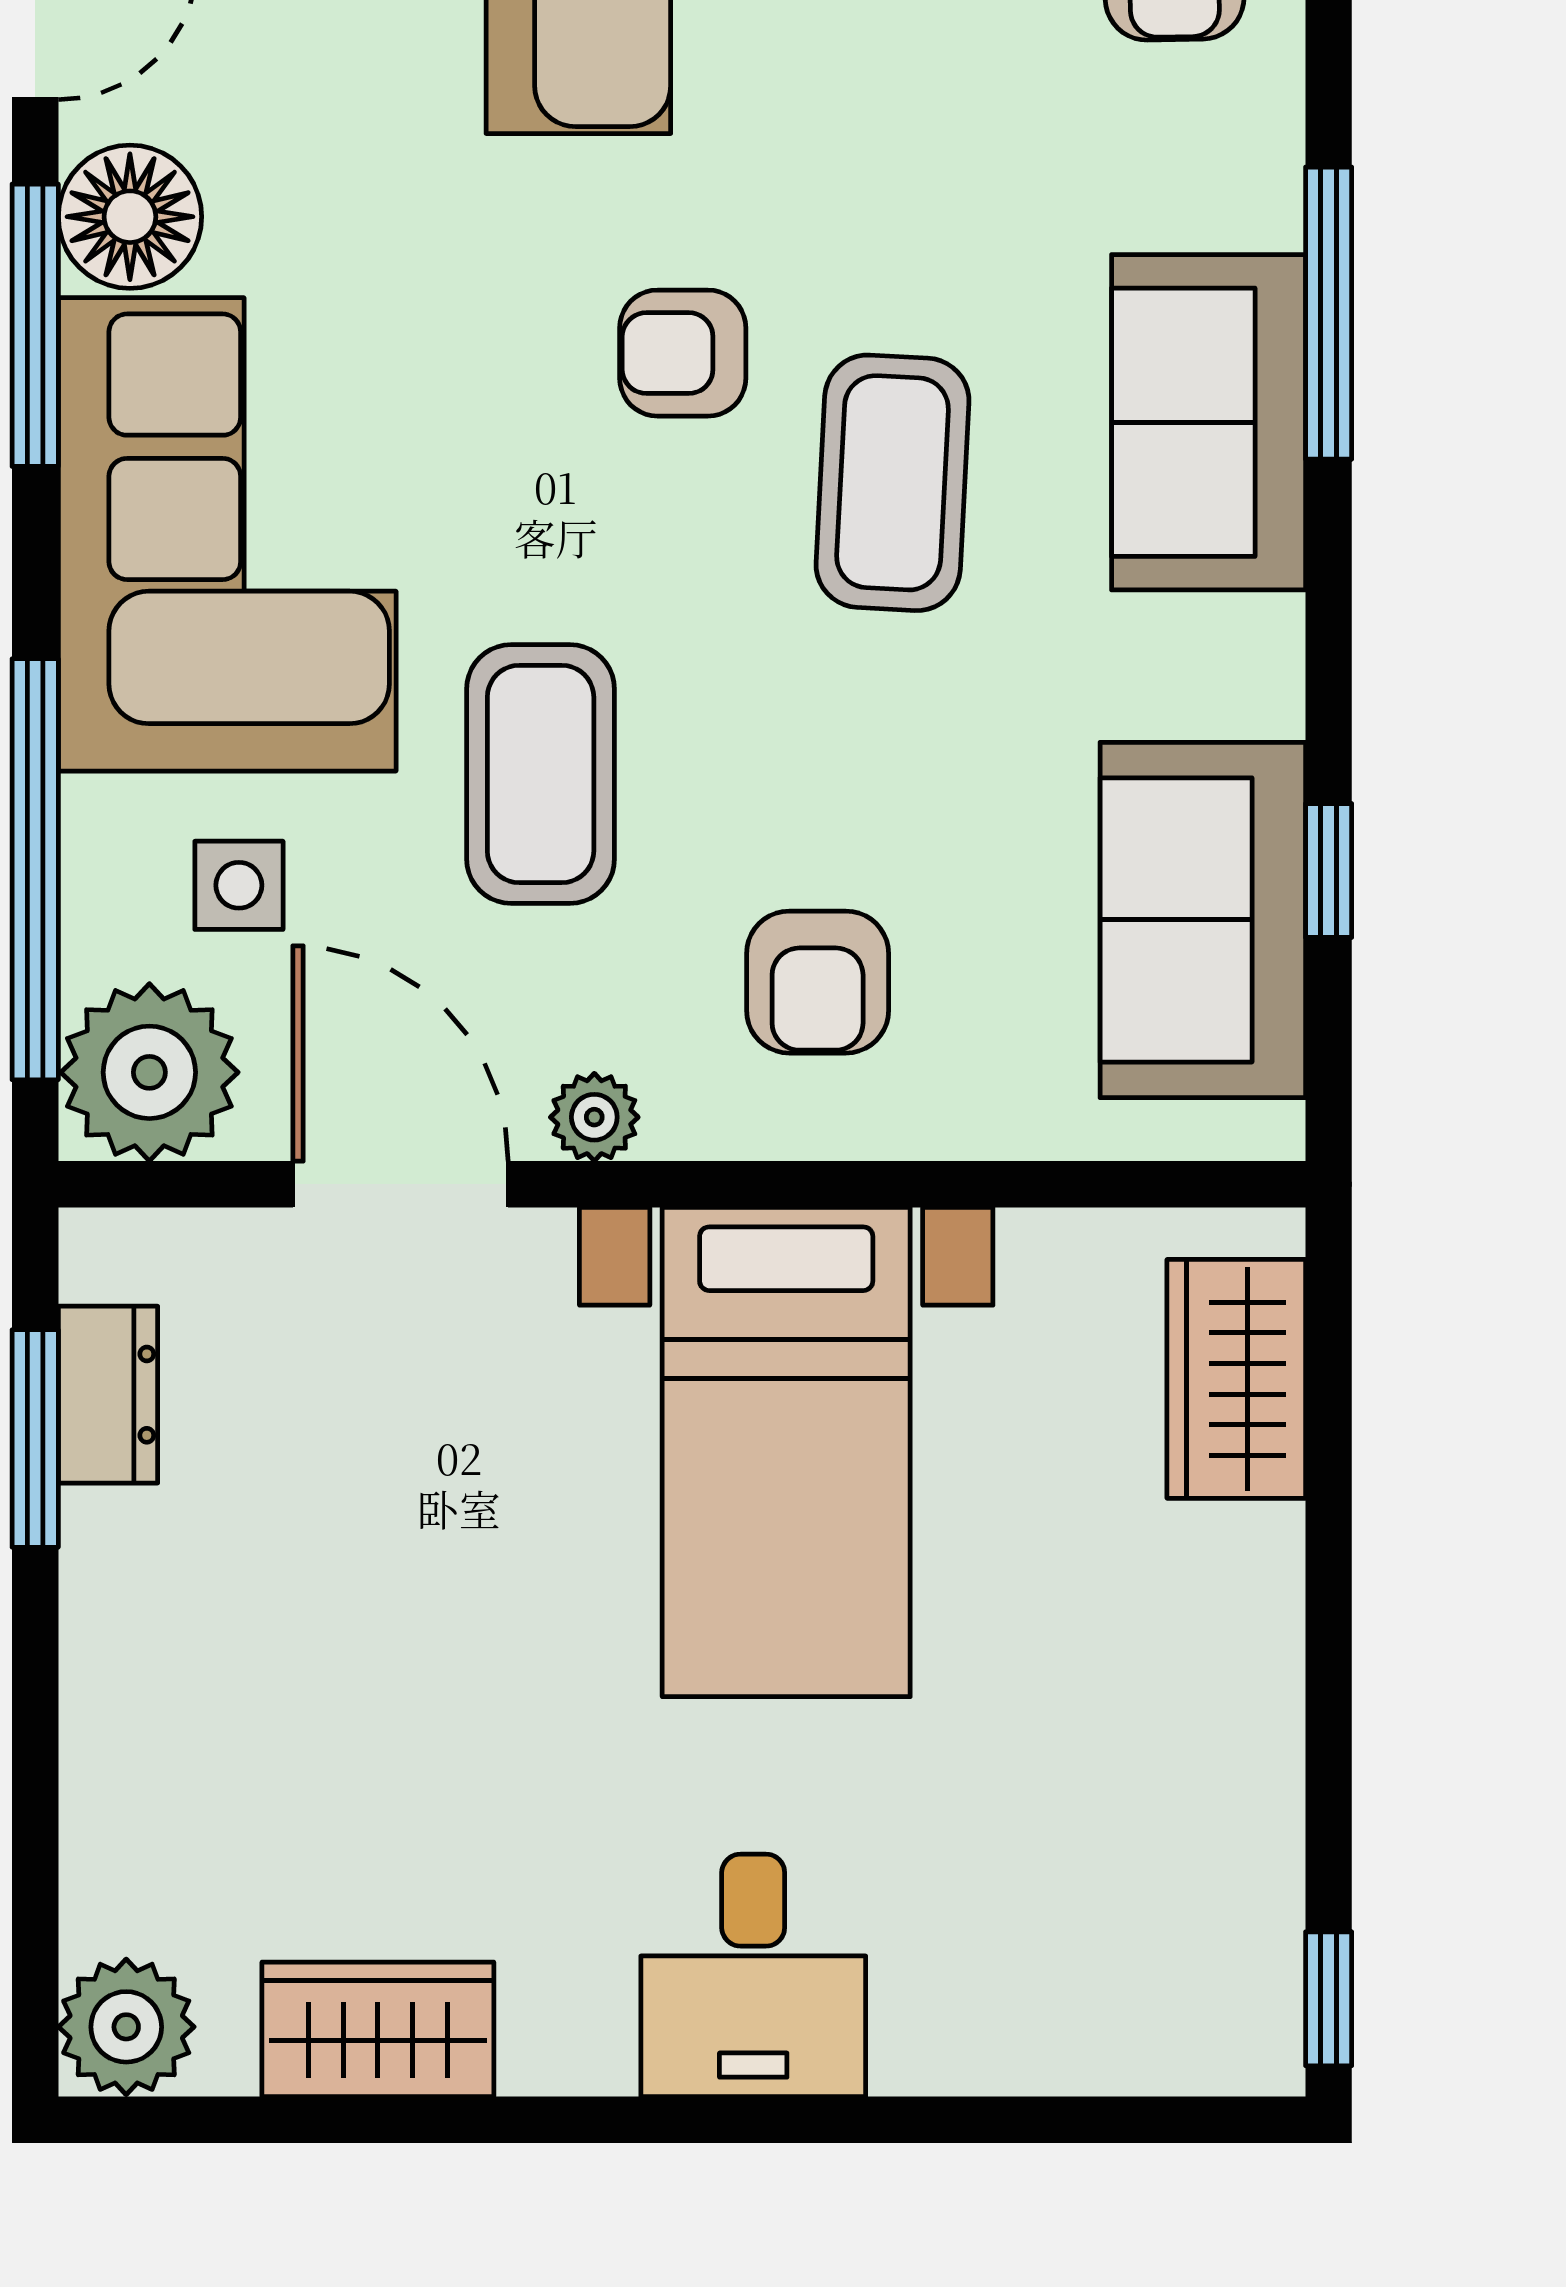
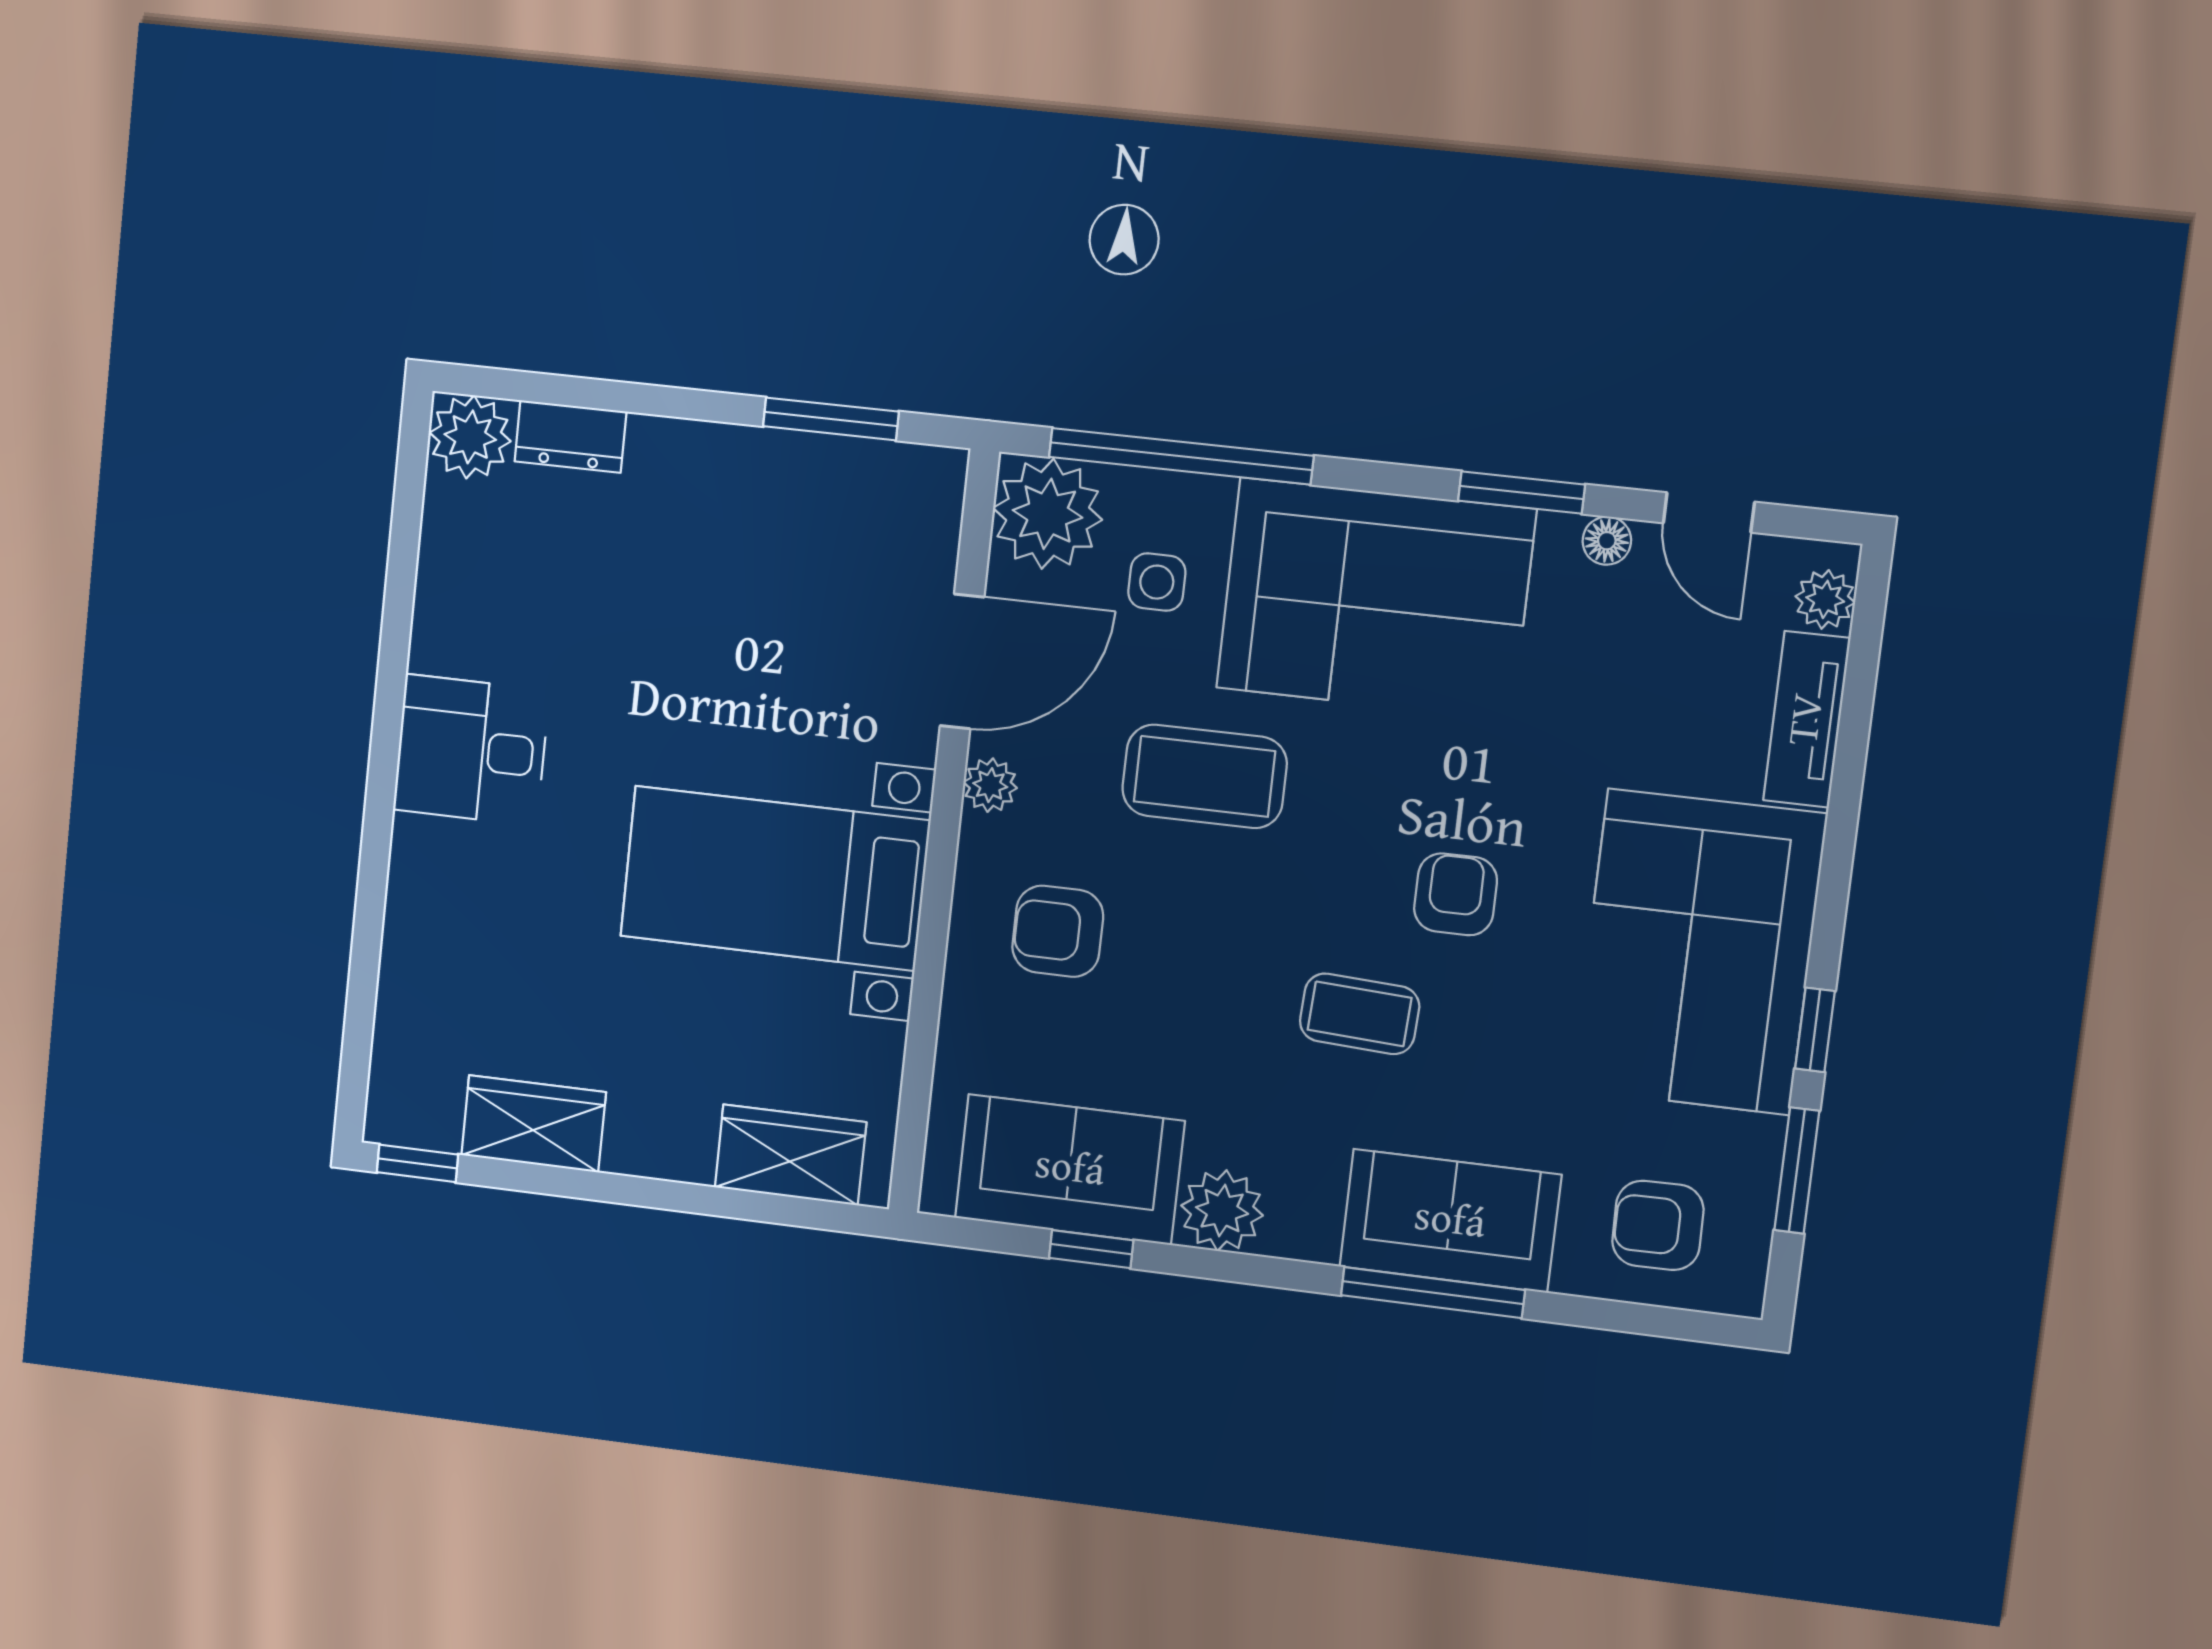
floor lamp: (130, 217) -> (1607, 541), width x0.53, depth x0.53
window: (35, 325) -> (1522, 493), width x0.69
sofa: (1209, 422) -> (1450, 1221), moved
coffee table: (893, 483) -> (1360, 1014), width x0.73, depth x0.77
plant: (1239, 666) -> (1222, 1211), added
dresser: (108, 1395) -> (570, 437), moved
desk: (753, 1975) -> (471, 750), moved
wardrobe: (378, 2029) -> (534, 1124), moved, turned -90

